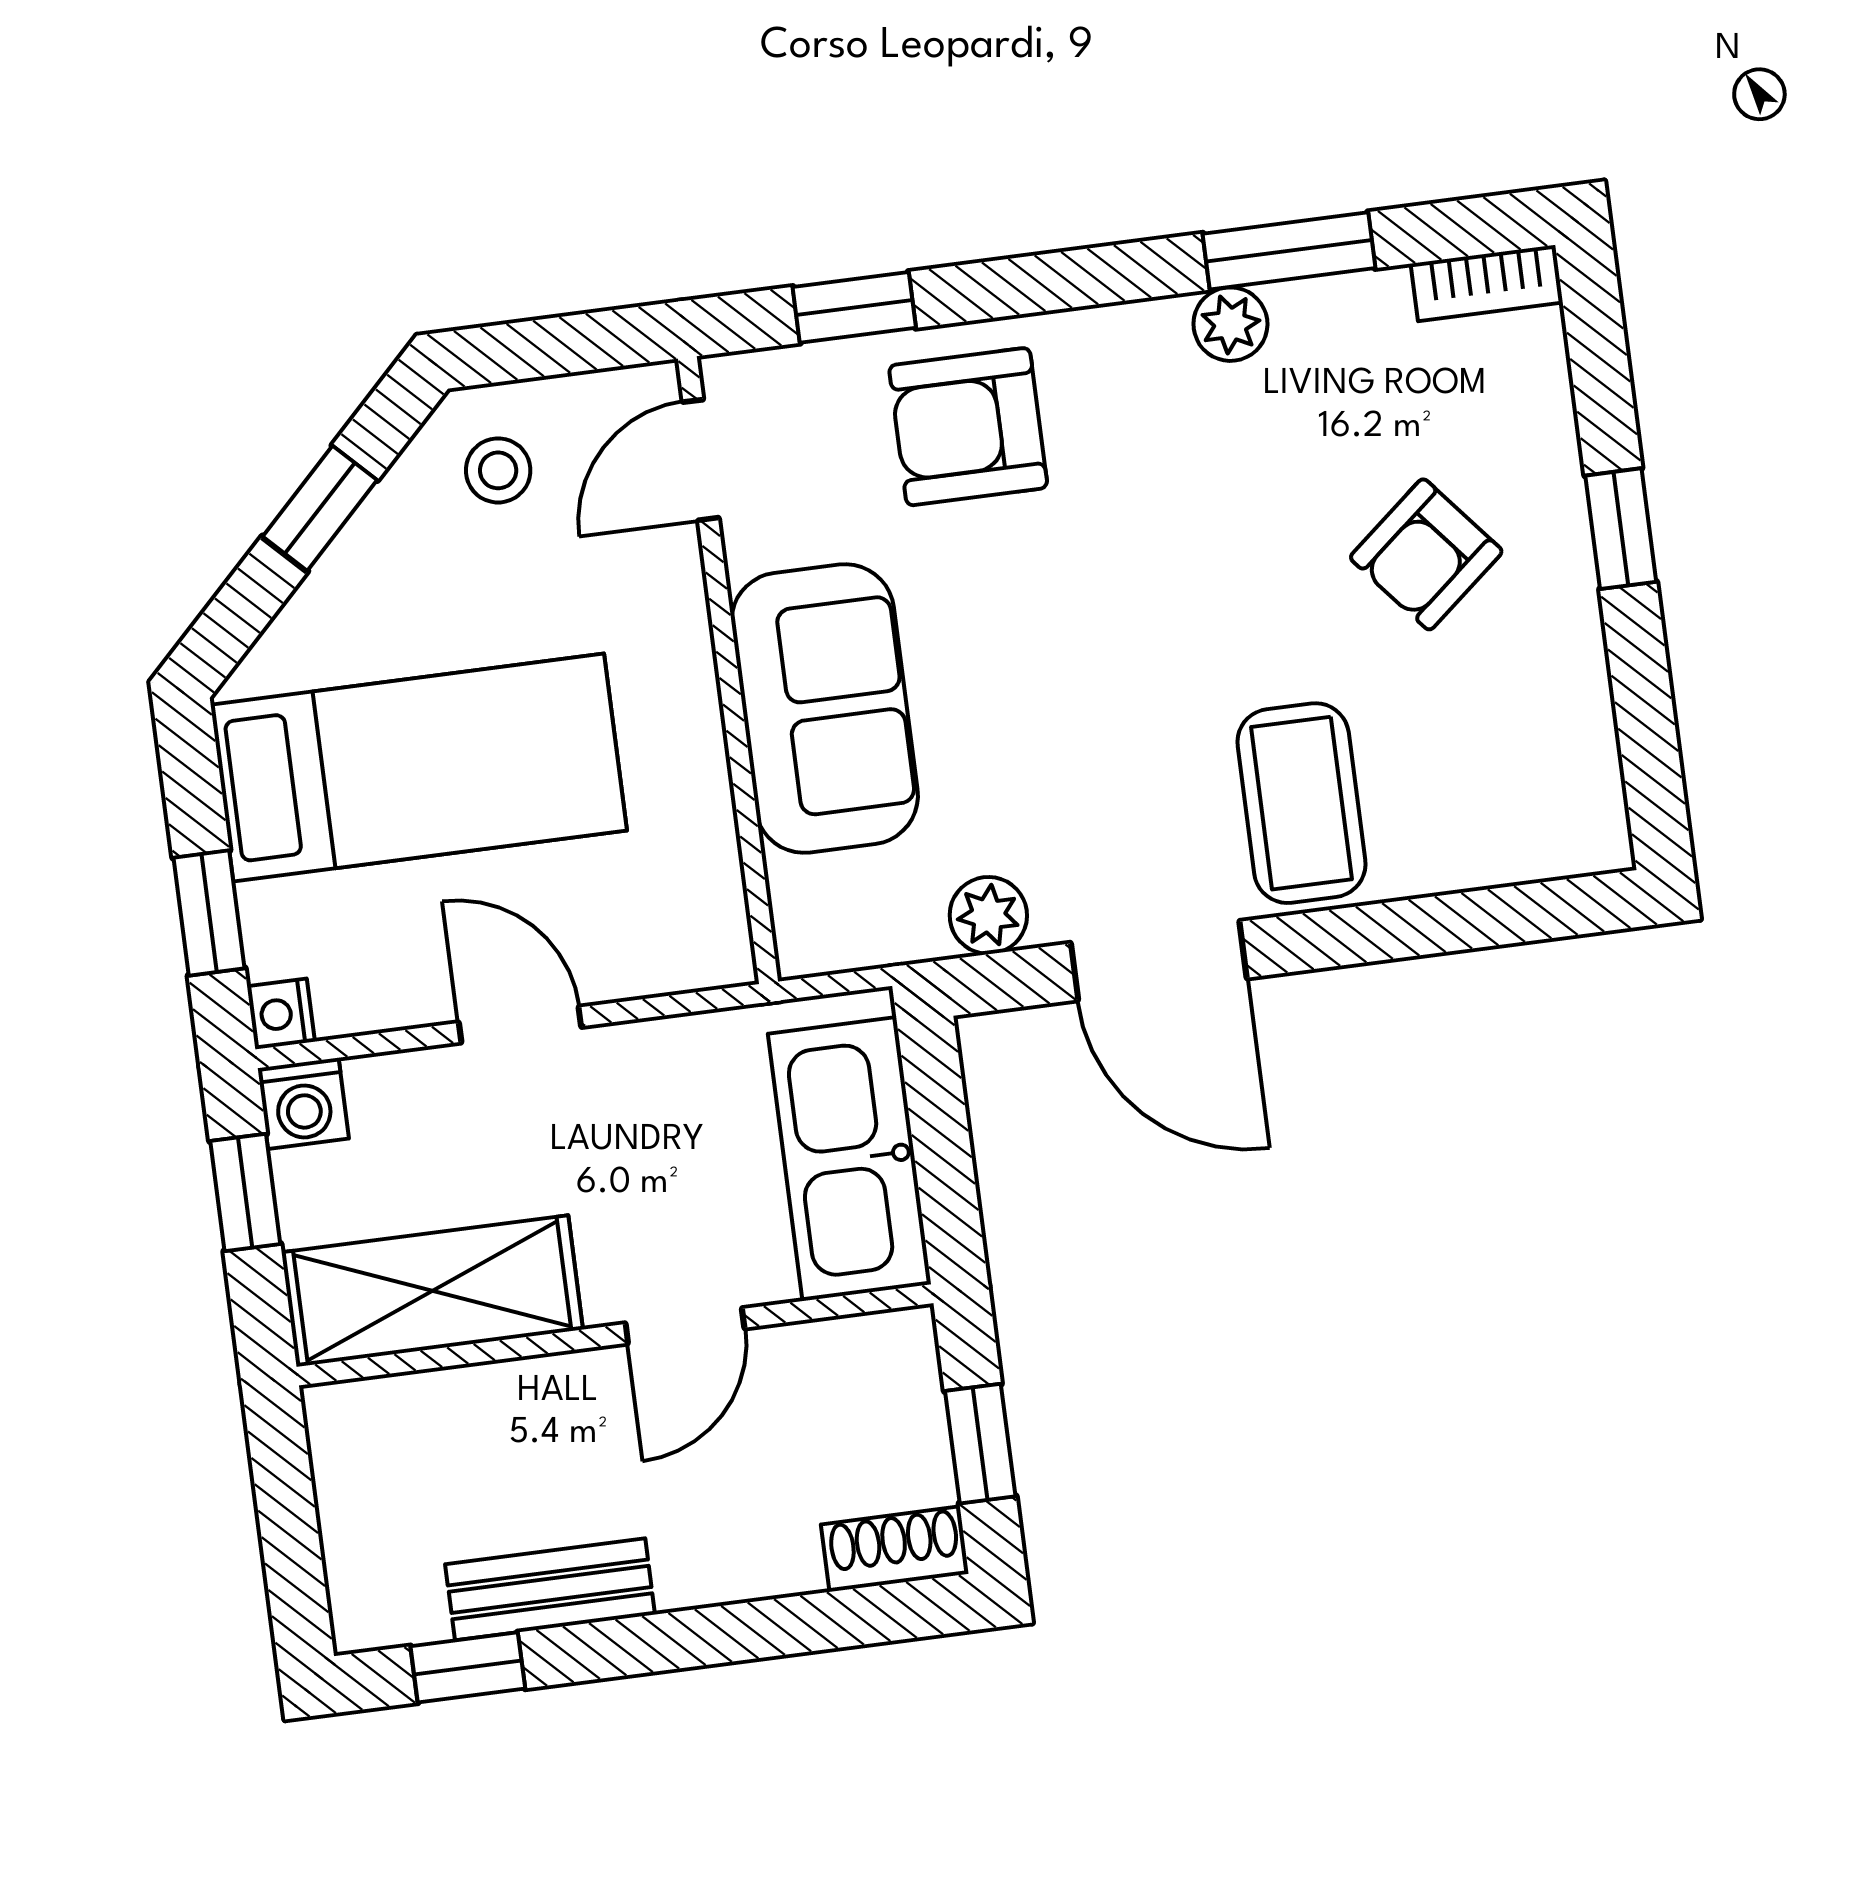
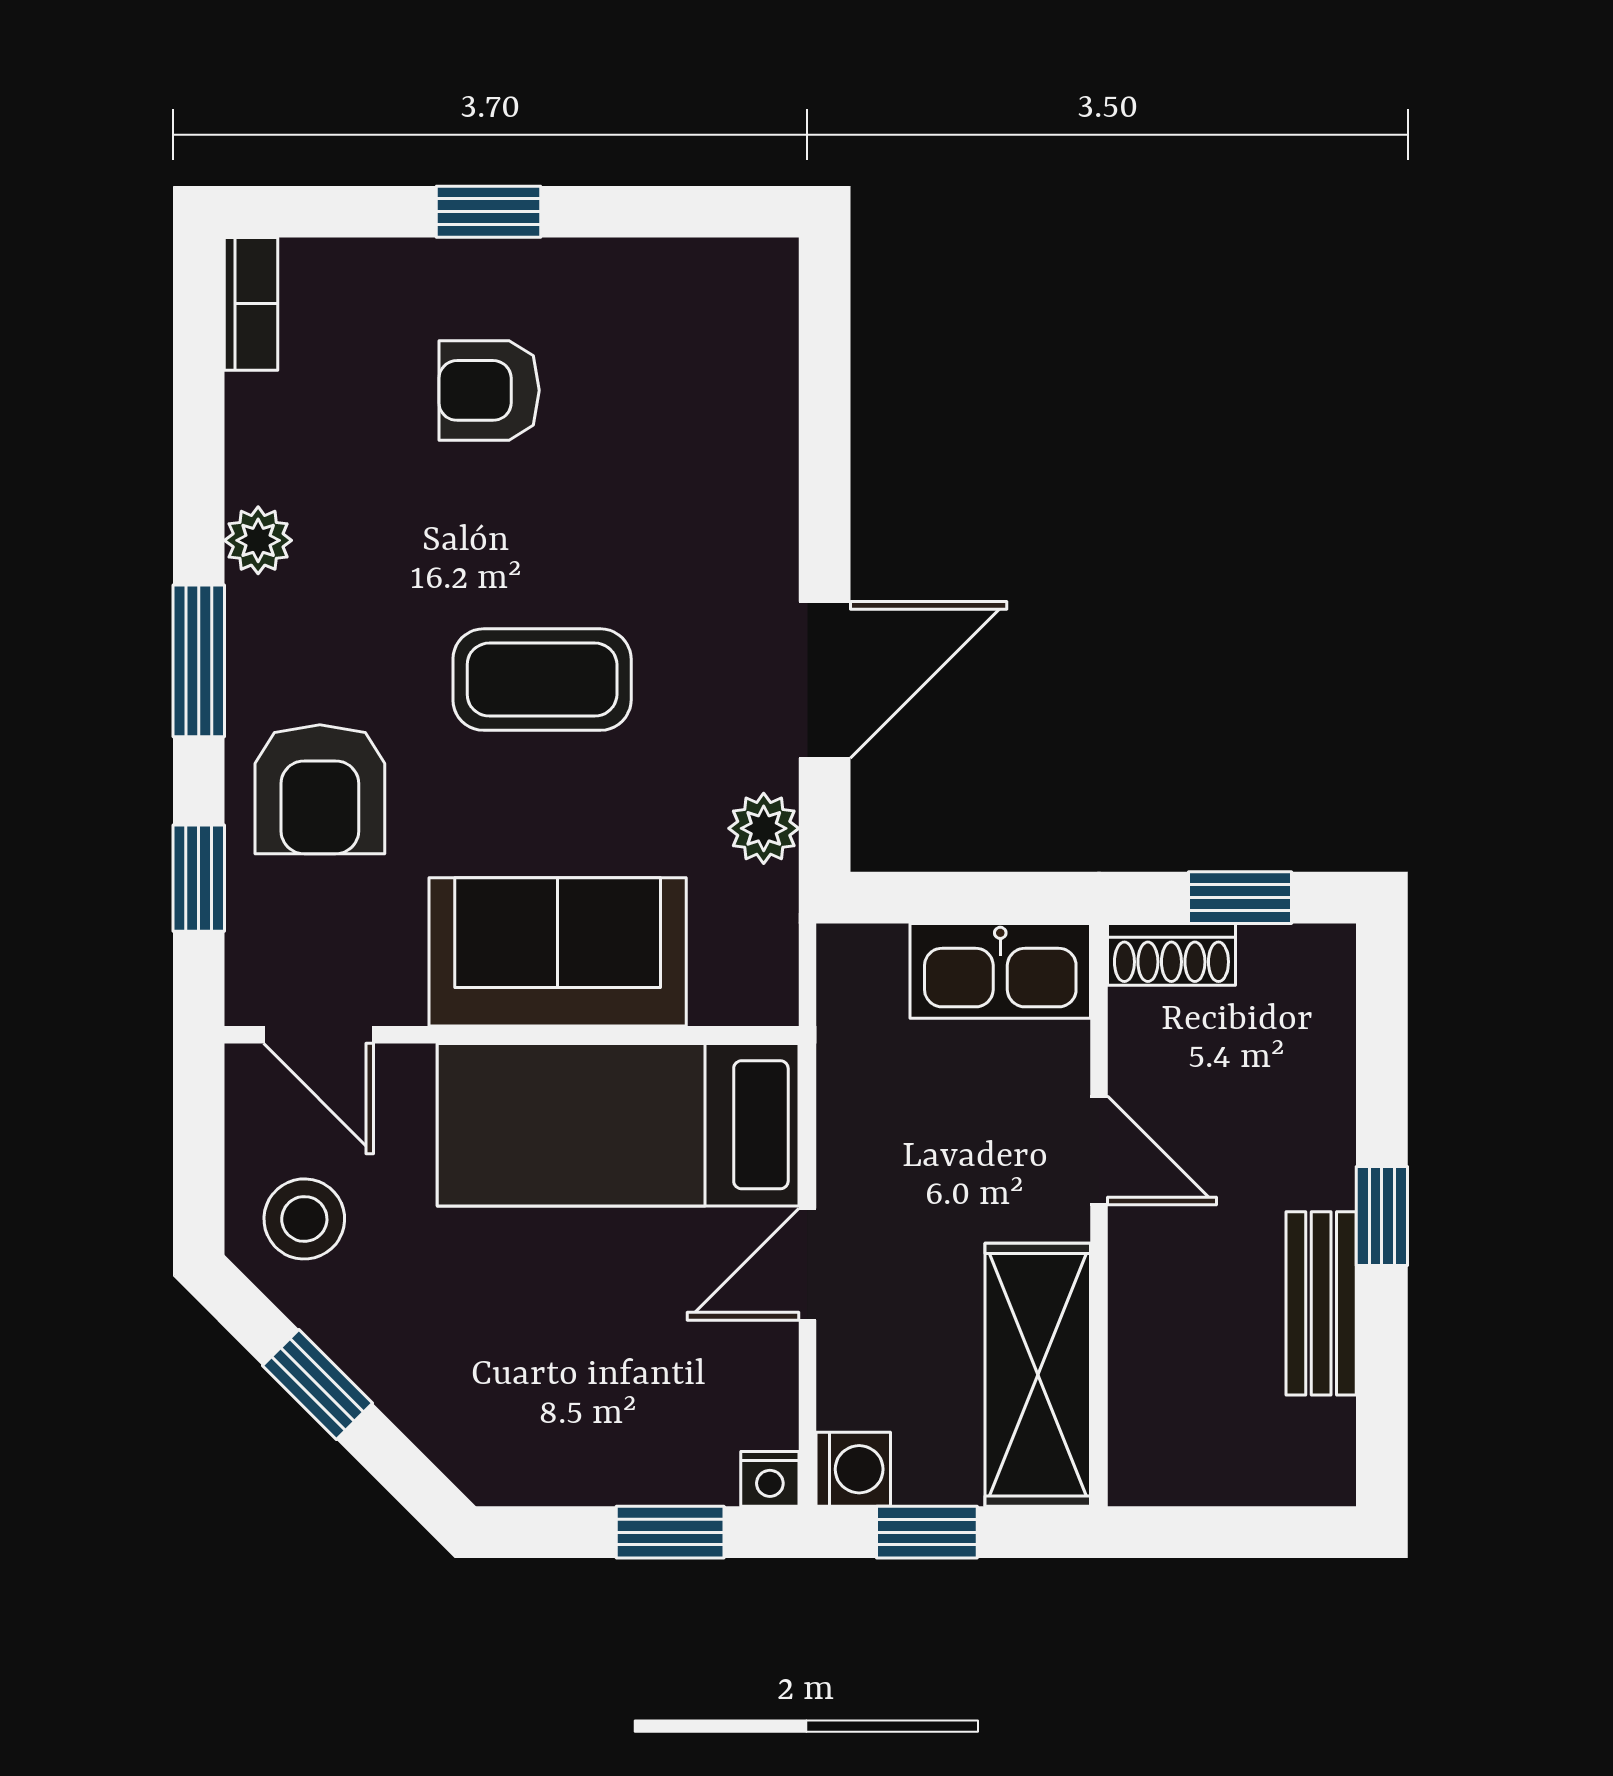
window: (1289, 251) -> (199, 661), moved
stool: (498, 470) -> (304, 1219), width x1.37, depth x1.37
armchair: (1426, 554) -> (489, 390), turned 130
bed: (419, 768) -> (618, 1125), moved, turned -90
coffee table: (1301, 803) -> (542, 680), moved
kitchen sink: (850, 1159) -> (1000, 971), width x0.73, depth x0.81
shoe rack: (895, 1549) -> (1171, 954), moved, turned -90
window: (468, 1667) -> (1382, 1216), moved

